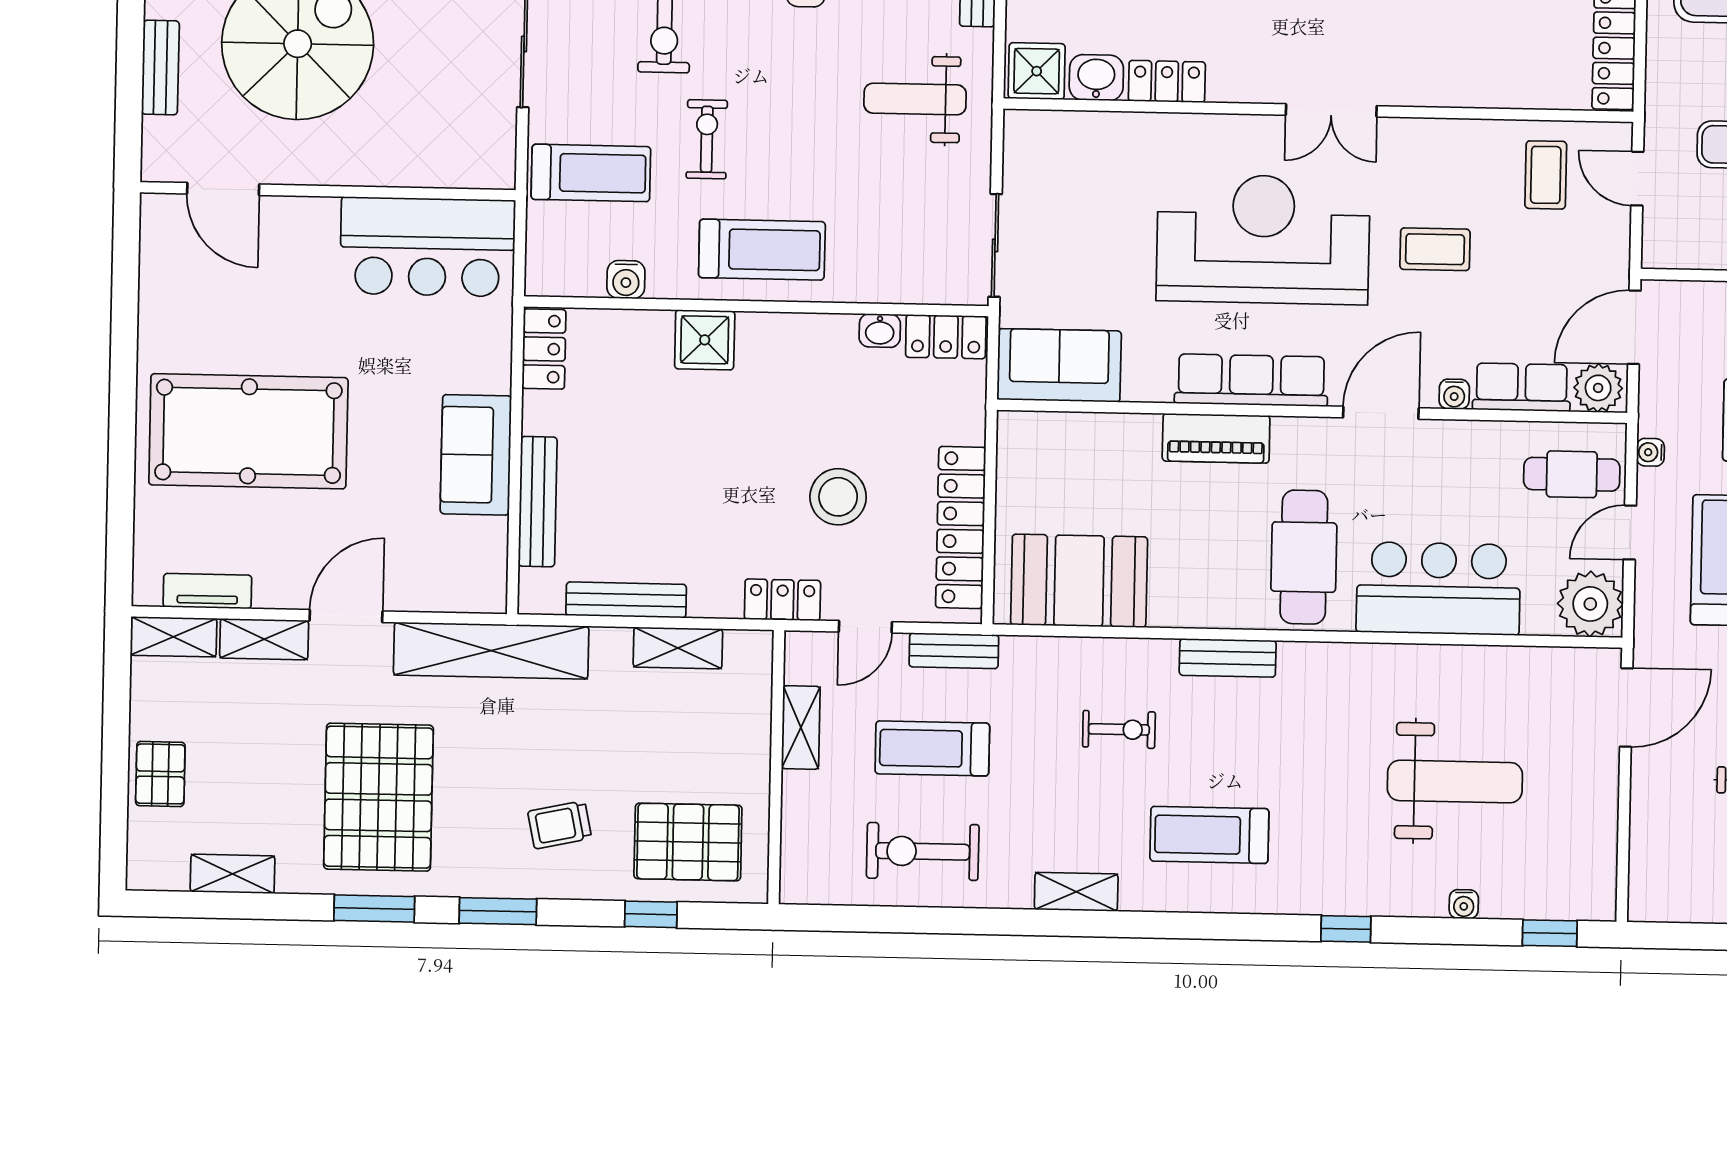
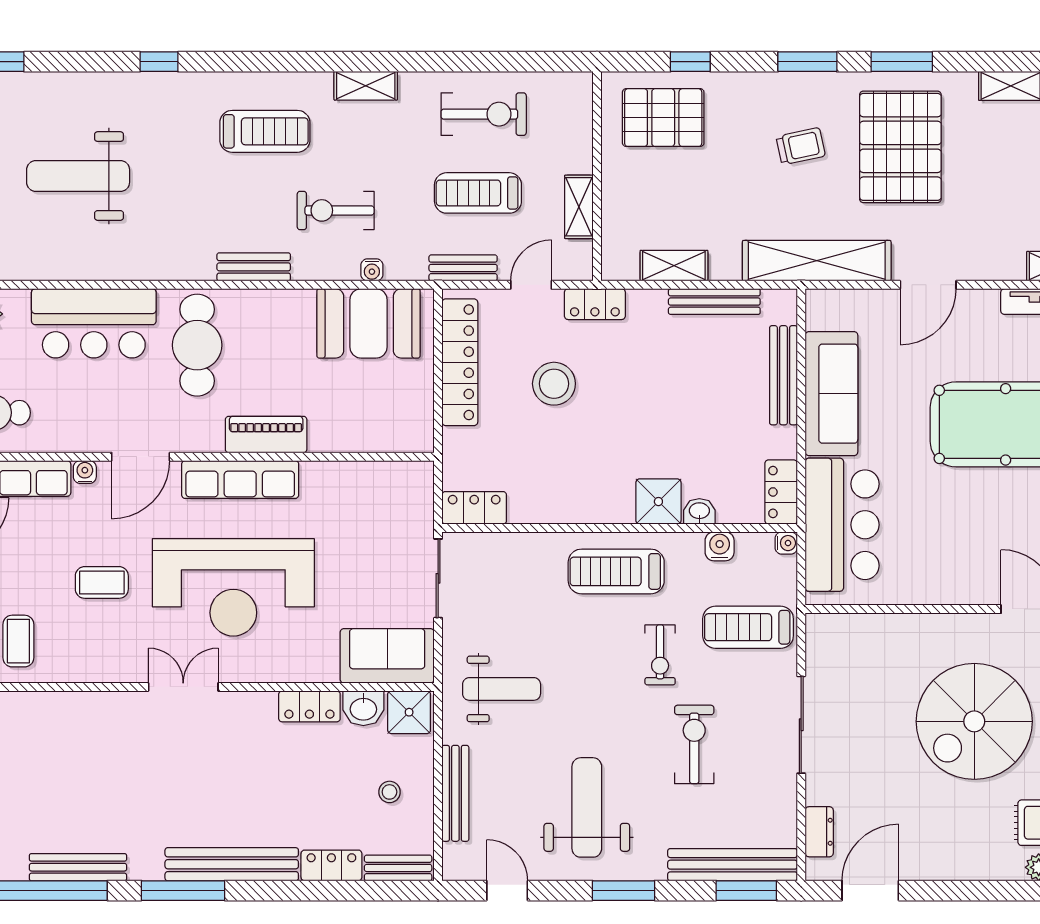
bar counter: (428, 247) -> (842, 525), moved, turned 90
water cooler: (539, 282) -> (786, 543), added
washbasin: (880, 331) -> (699, 511), moved
sofa: (1059, 365) -> (387, 656), moved, turned 180
sofa: (476, 455) -> (831, 394), width x1.36
shelving: (264, 639) -> (990, 266), removed
exercise bike: (1119, 729) -> (336, 210), width x1.38, depth x1.39
treadmill: (932, 748) -> (478, 193), turned 180
trolley: (560, 825) -> (801, 146), moved
water cooler: (1464, 904) -> (372, 270), moved, turned 180

